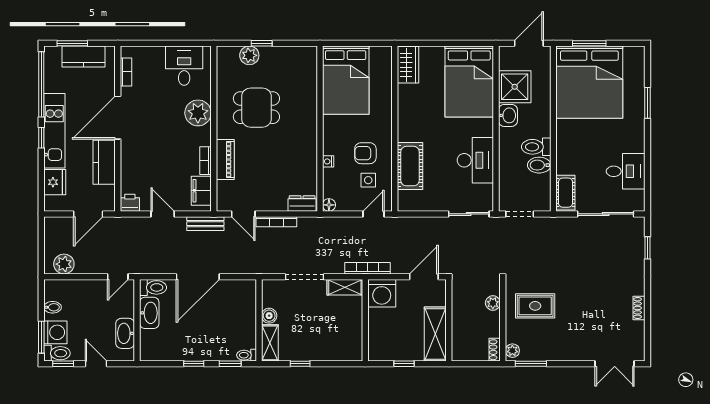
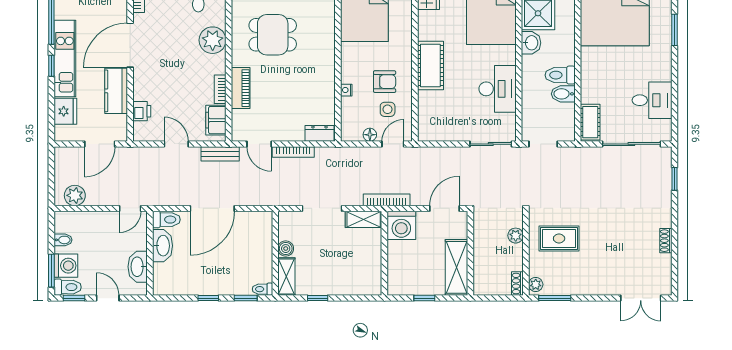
armchair: (365, 153) -> (385, 82), turned 180
cot: (410, 166) -> (430, 65), moved
printer: (130, 203) -> (142, 111), moved, turned 90
floor lamp: (329, 205) -> (370, 135), moved

